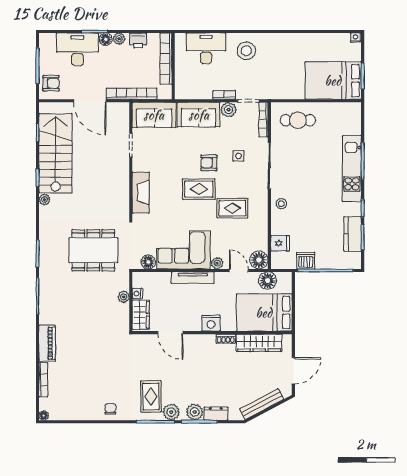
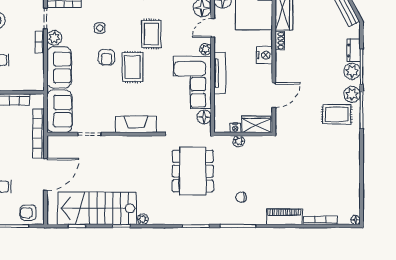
armchair: (51, 83) -> (28, 213), turned -90
chair: (110, 409) -> (241, 197), moved

